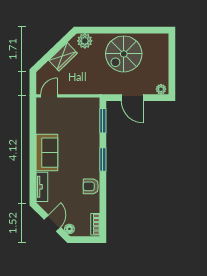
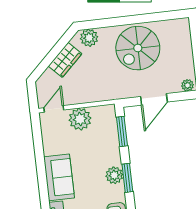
door: (132, 98) -> (154, 99), hinge flipped
plant: (70, 107) -> (80, 119), added
plant: (92, 156) -> (114, 175), added

